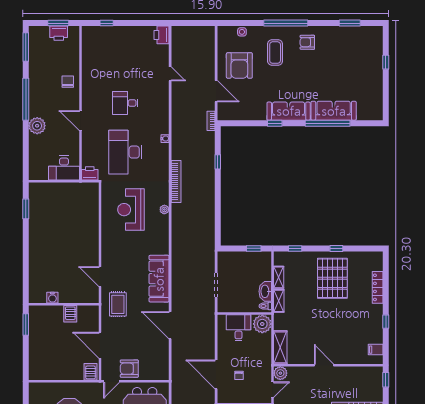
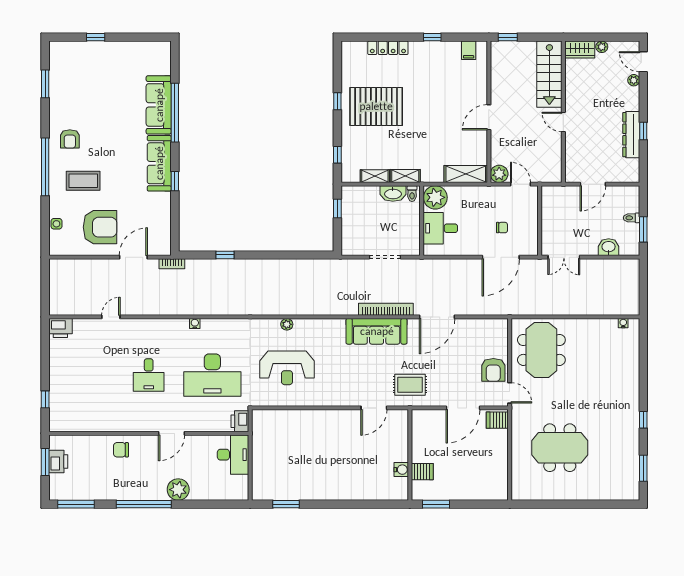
bookcase: (176, 181) -> (386, 309), moved
server rack: (70, 314) -> (422, 472), moved

